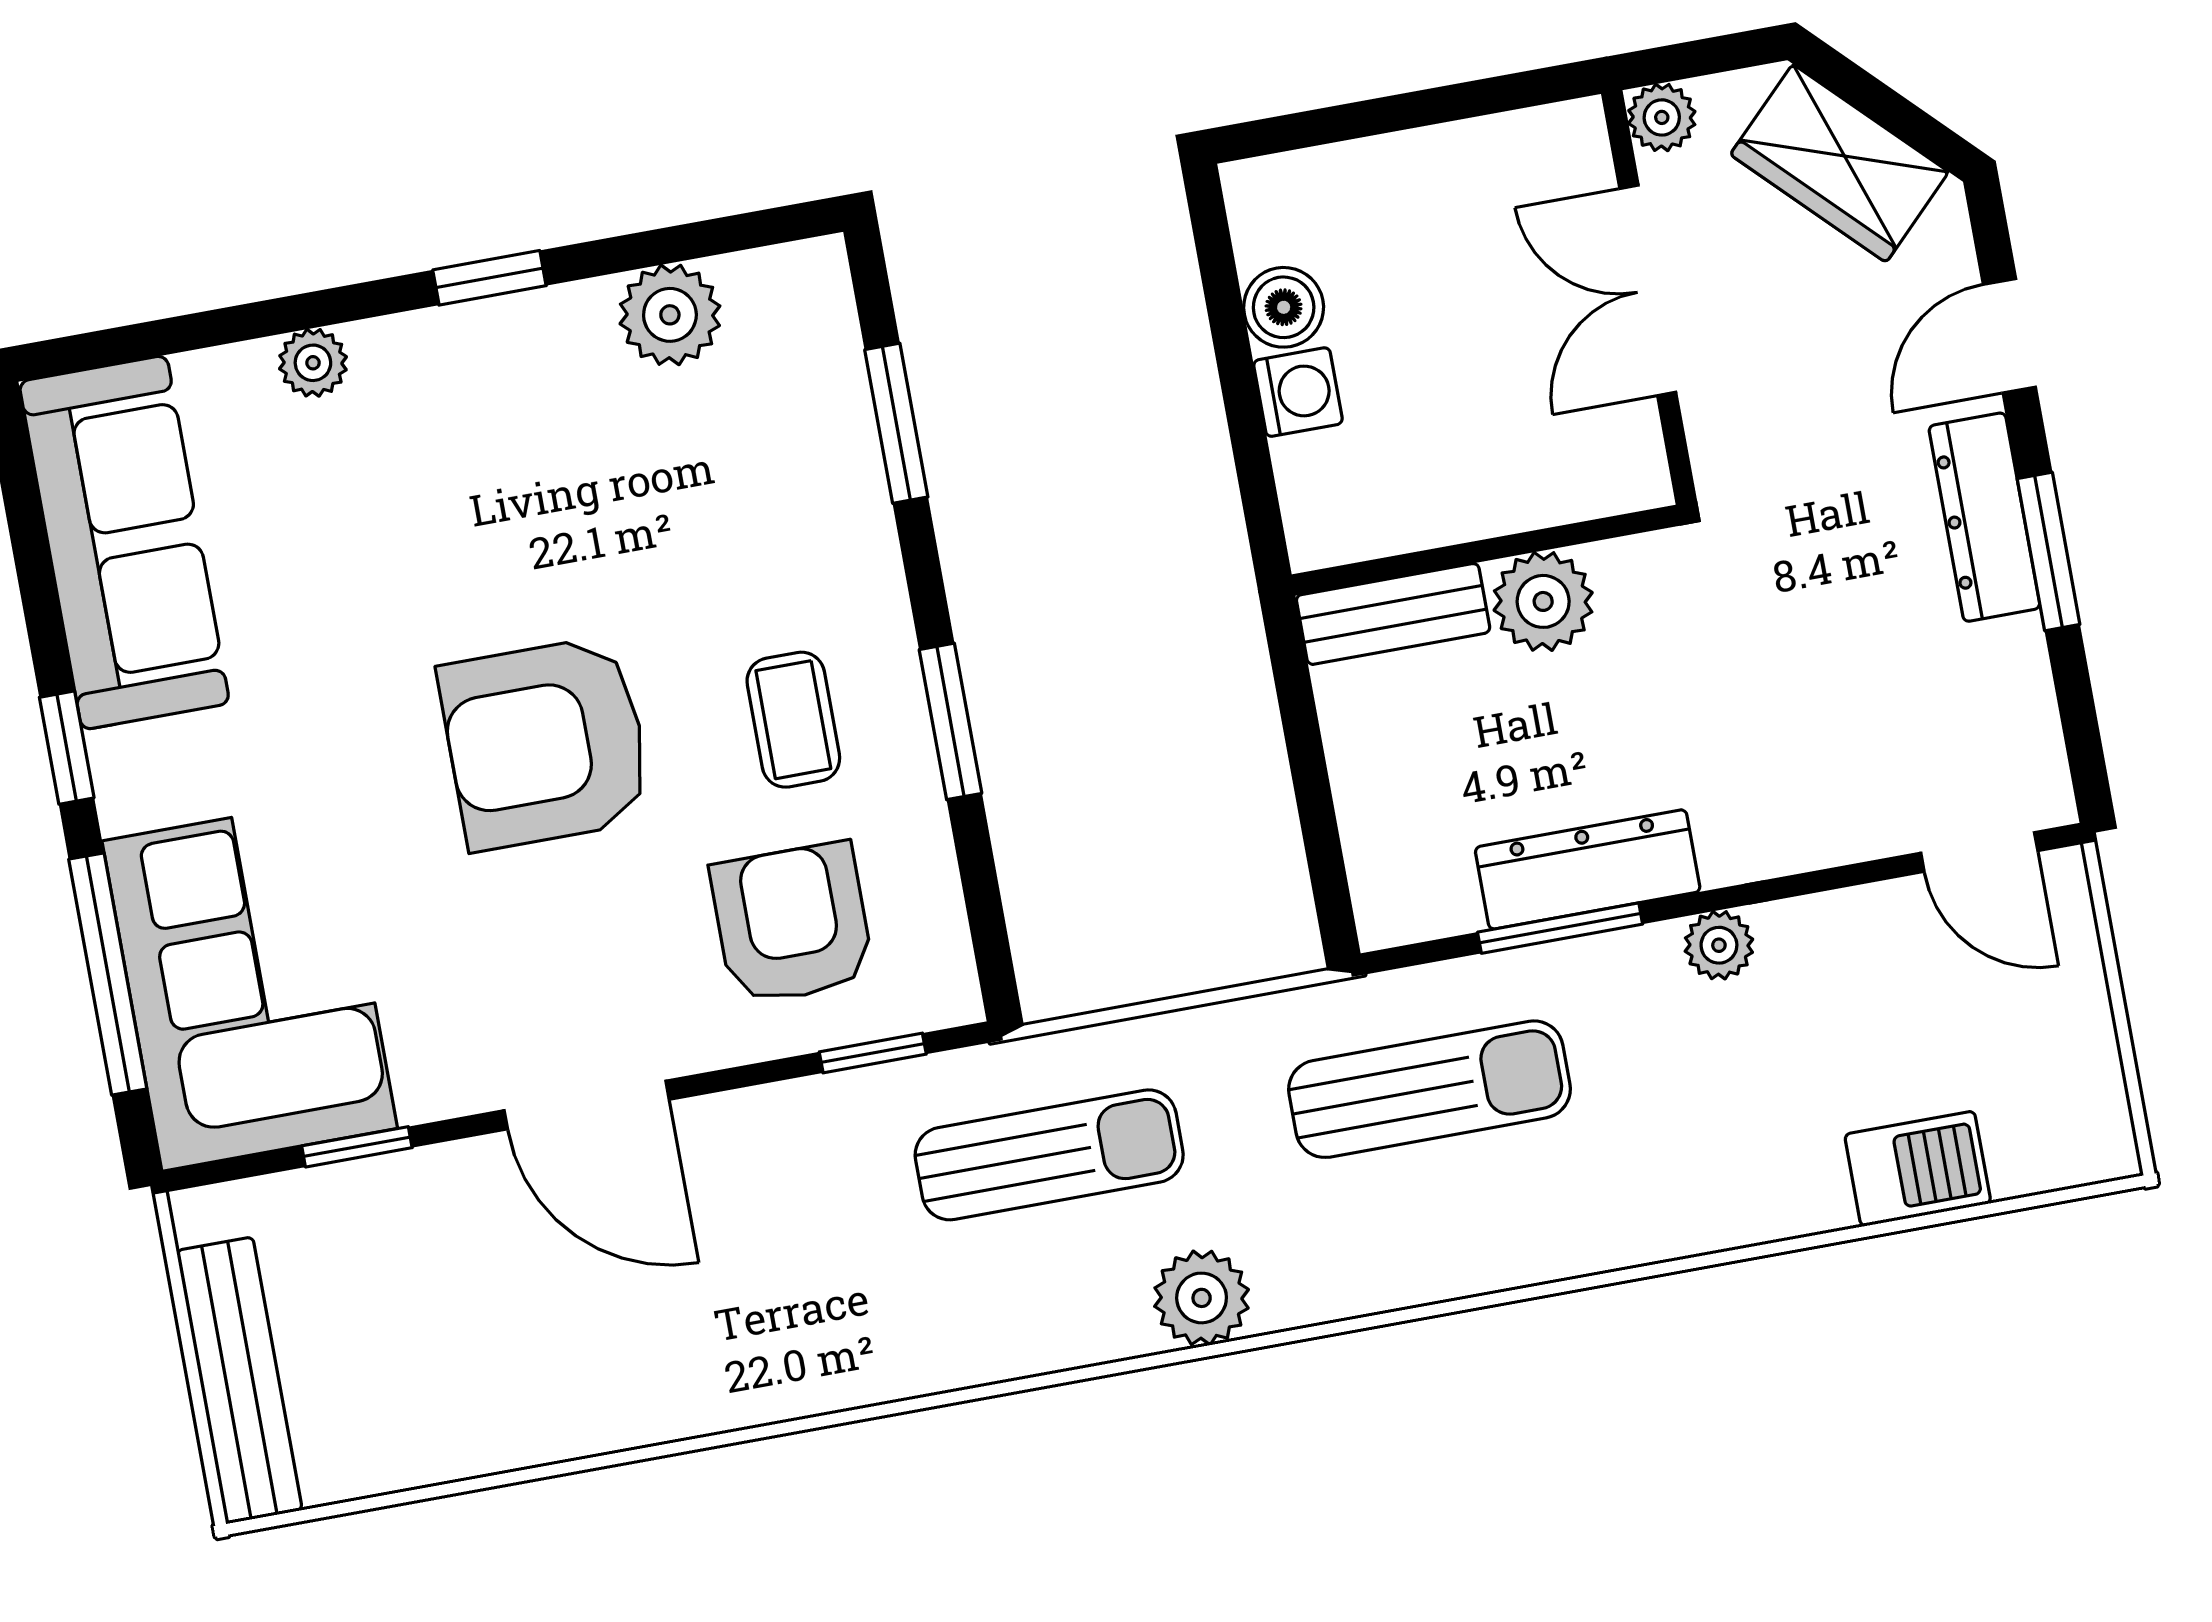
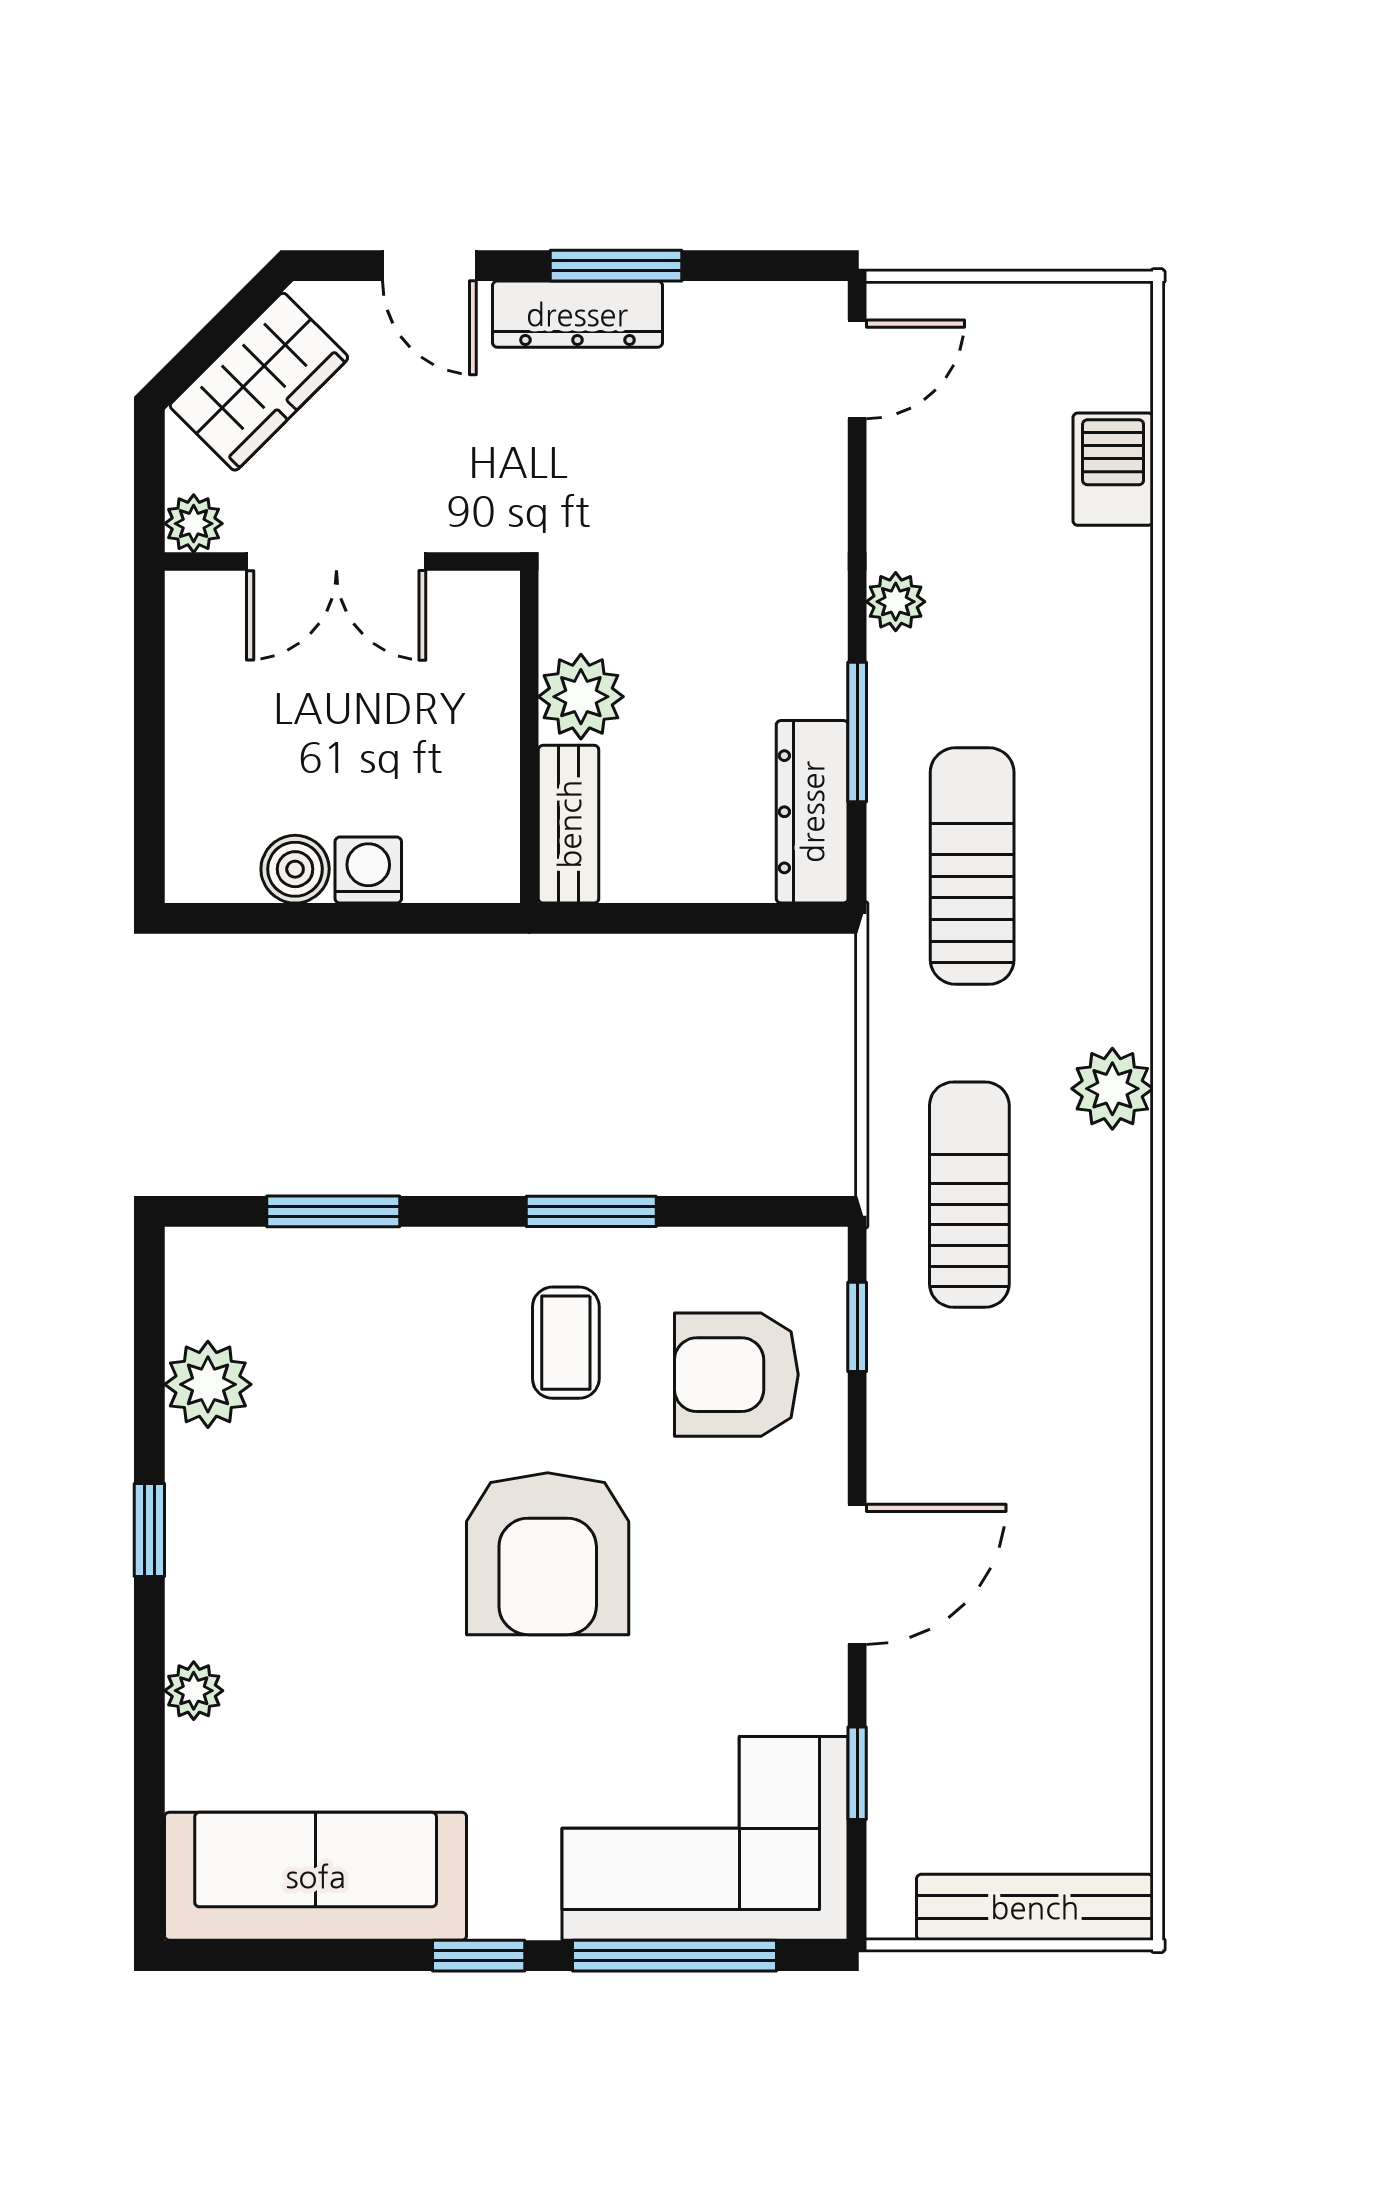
coffee table: (793, 720) -> (566, 1343), turned 90
dresser: (1588, 869) -> (812, 812), moved

